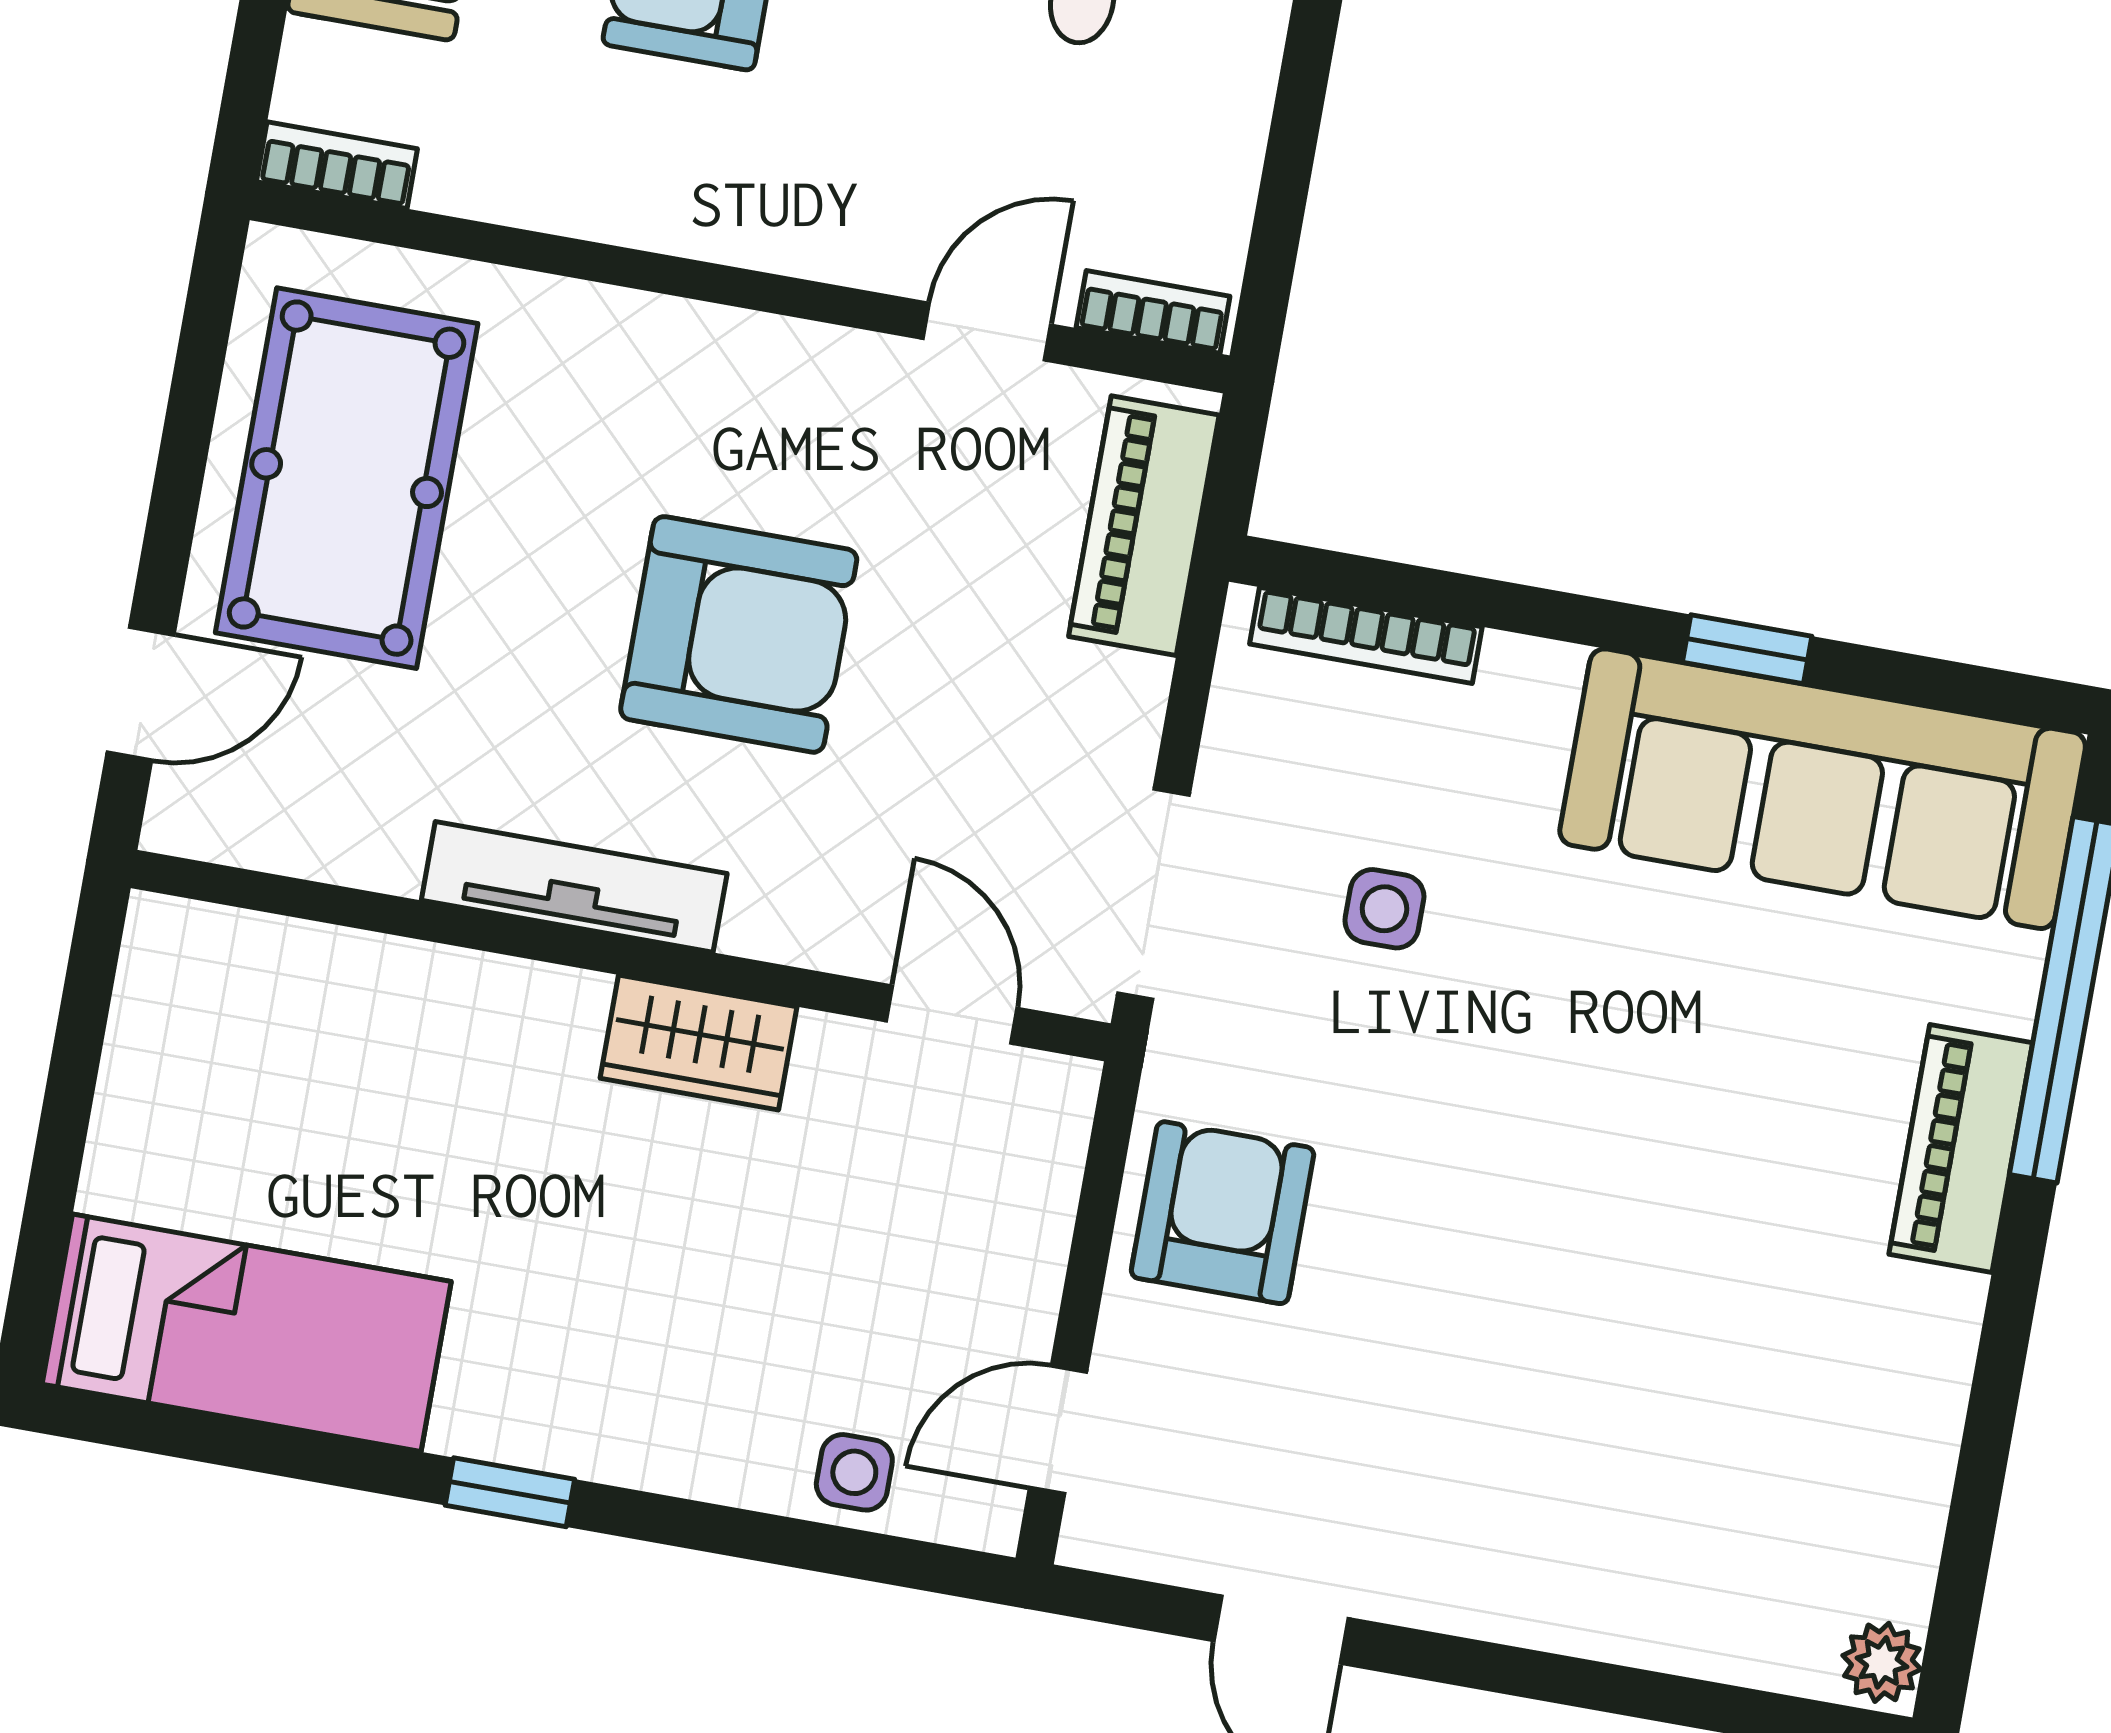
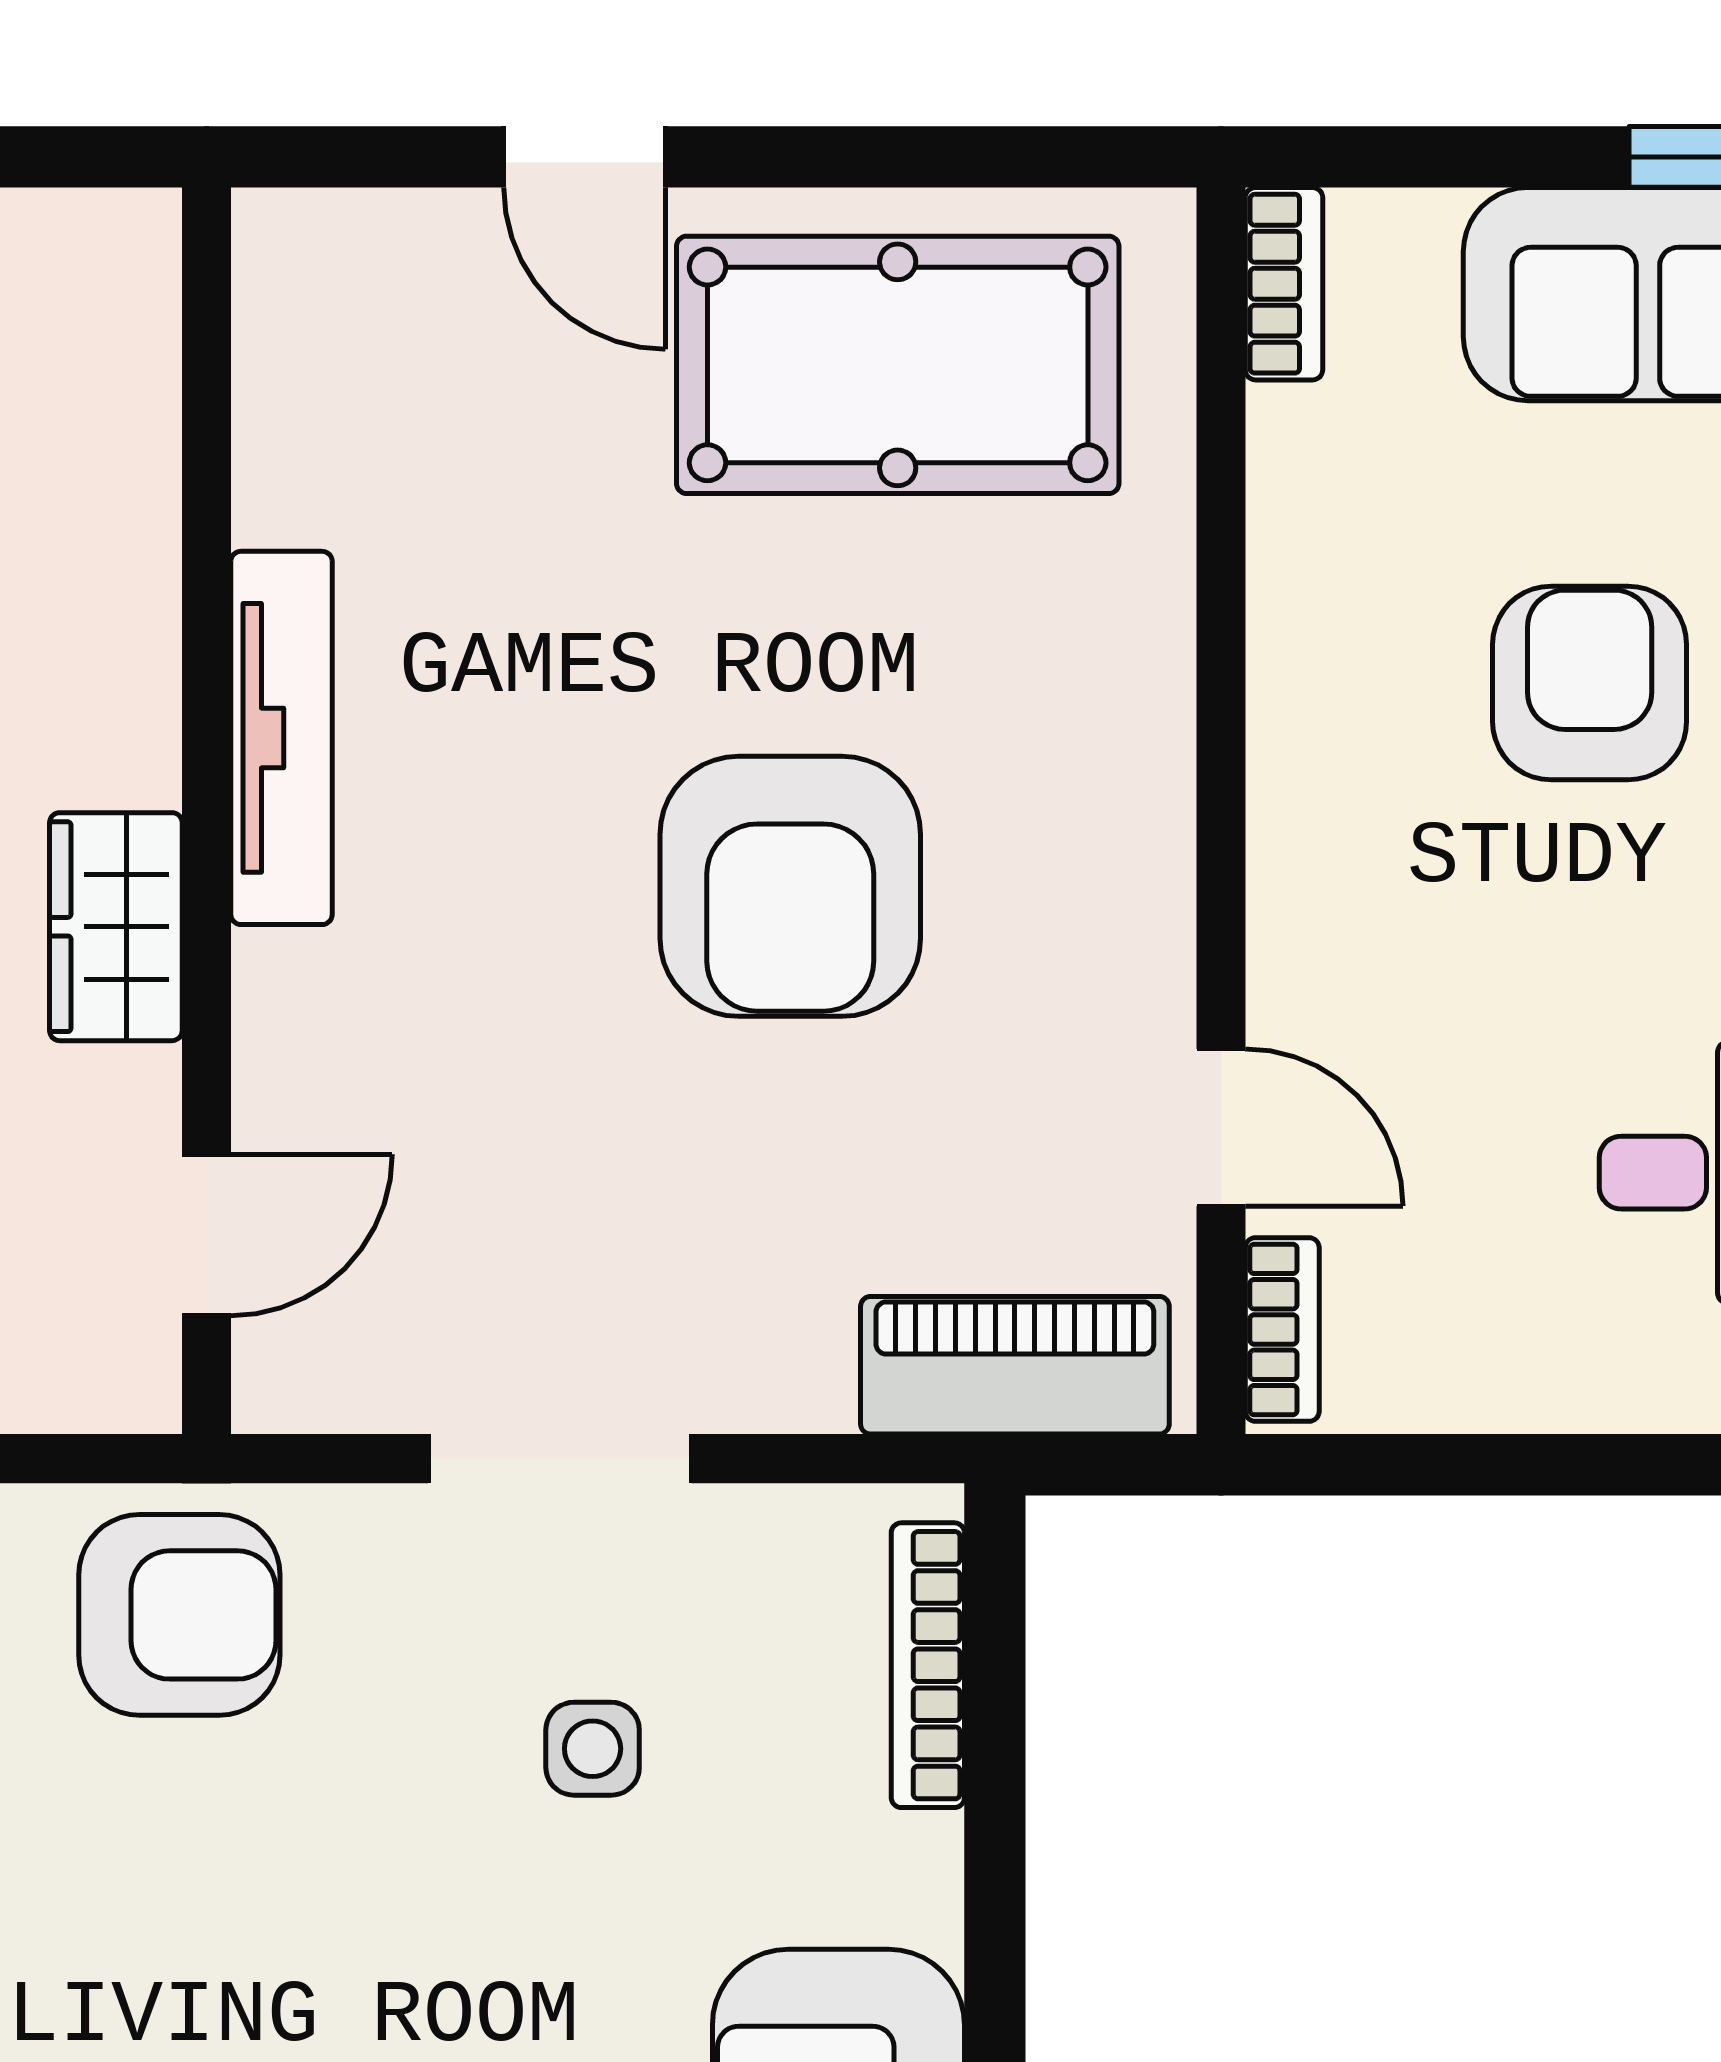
tv unit: (574, 887) -> (282, 738), moved
wall: (621, 956) -> (206, 811), moved
door: (952, 1015) -> (206, 1235), moved
wardrobe: (698, 1043) -> (116, 927), moved

